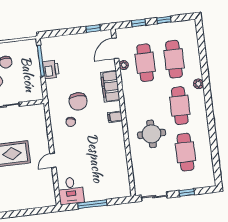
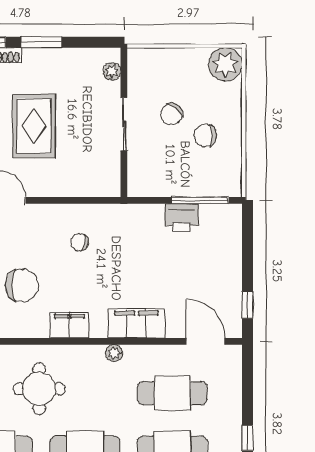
window: (139, 23) -> (247, 390), removed
plant: (124, 65) -> (114, 353), moved
chair: (78, 101) -> (22, 285), moved, turned 180
filing cabinet: (115, 117) -> (69, 325), width x2.00

